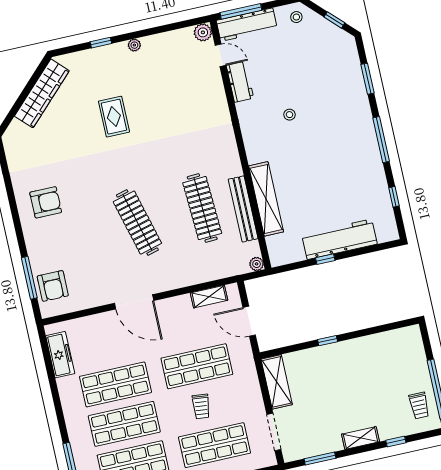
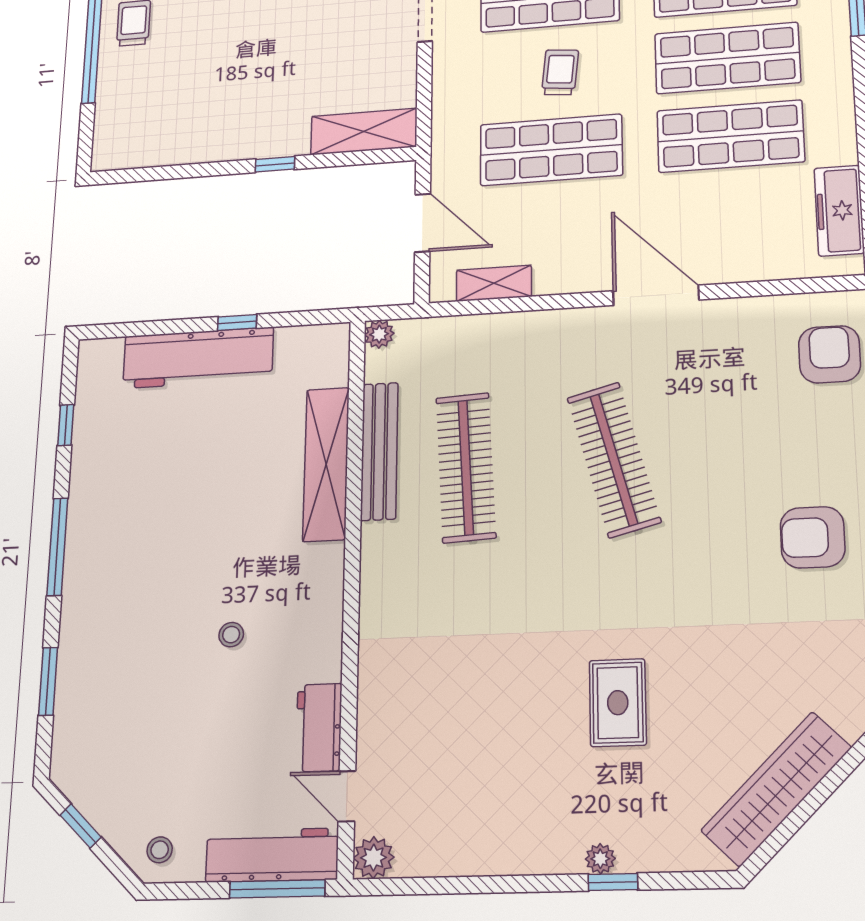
plant: (134, 45) -> (600, 859), moved
shelving: (277, 382) -> (364, 132), moved, turned 90

